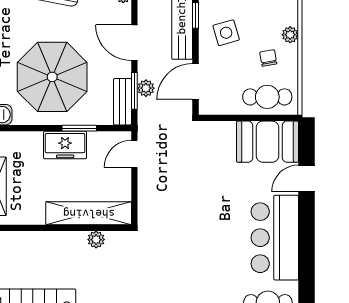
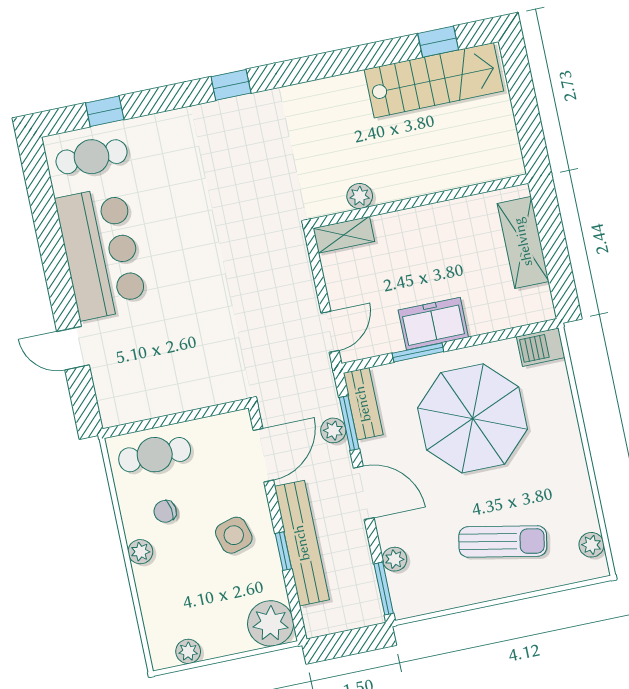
chair: (268, 58) -> (165, 511), turned 91
booth: (268, 142) -> (141, 390), removed
door: (307, 178) -> (73, 348), swing flipped
shelving: (89, 213) -> (344, 235), width x0.45, depth x0.75

